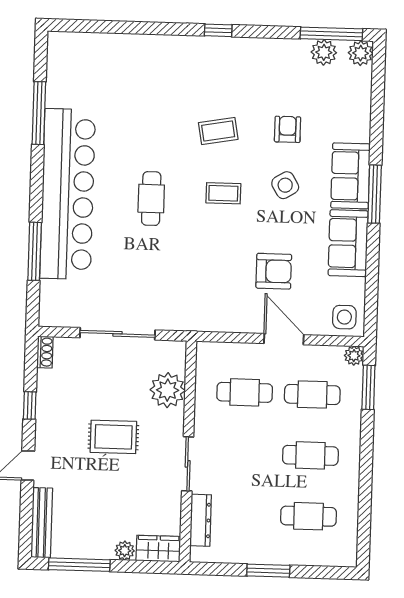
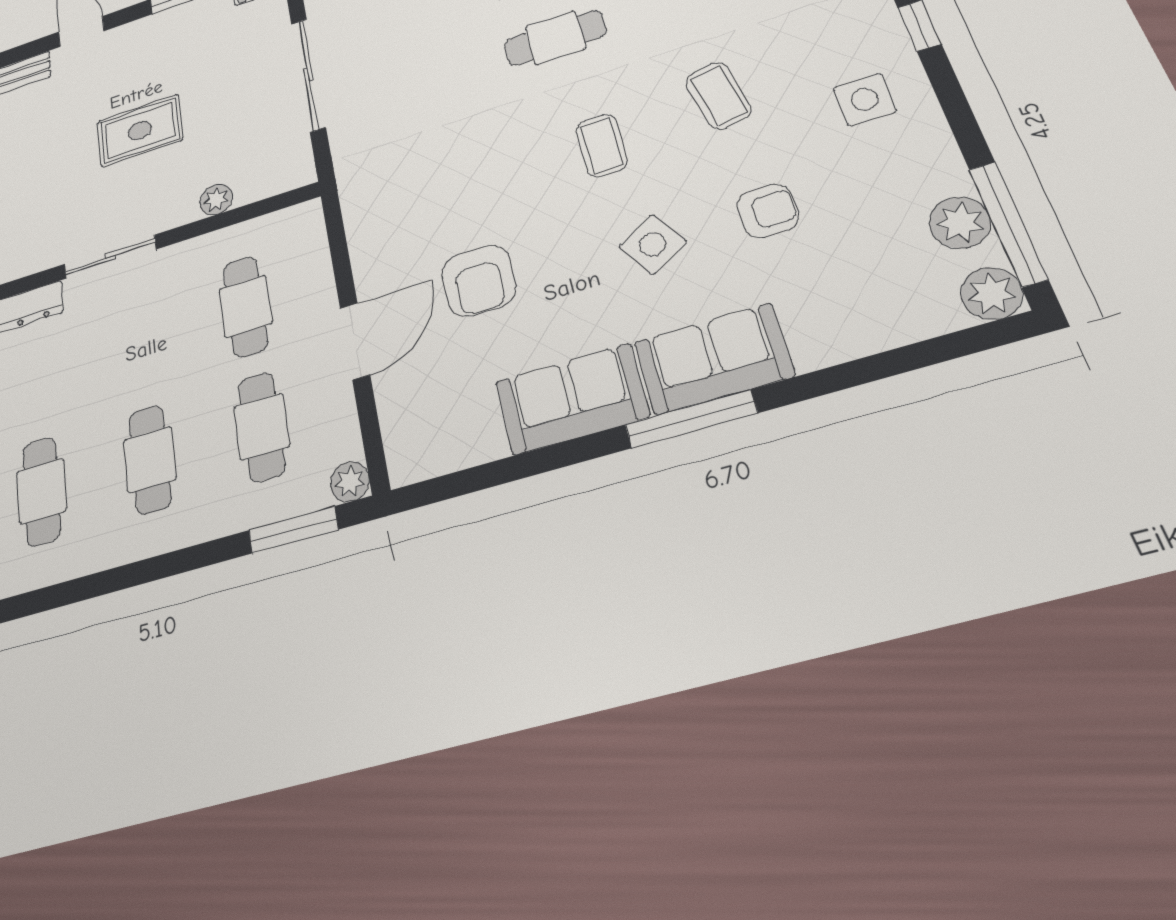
side table: (344, 317) -> (865, 100), moved
plant: (168, 390) -> (216, 199), width x0.53, depth x0.53
rug: (113, 437) -> (140, 130), turned 90

